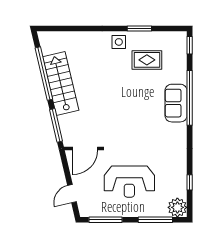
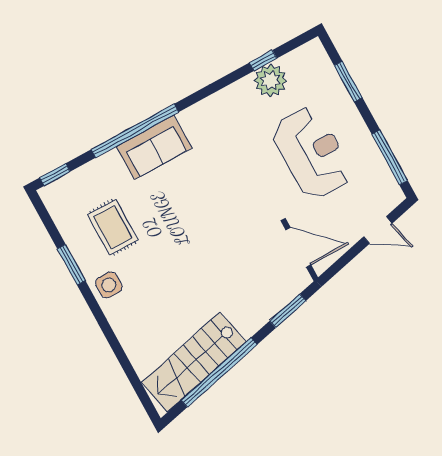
stairs: (61, 84) -> (194, 362), moved
window: (56, 125) -> (288, 311), width x0.69
plant: (177, 207) -> (270, 81), moved
window: (155, 220) -> (348, 82), width x0.69

